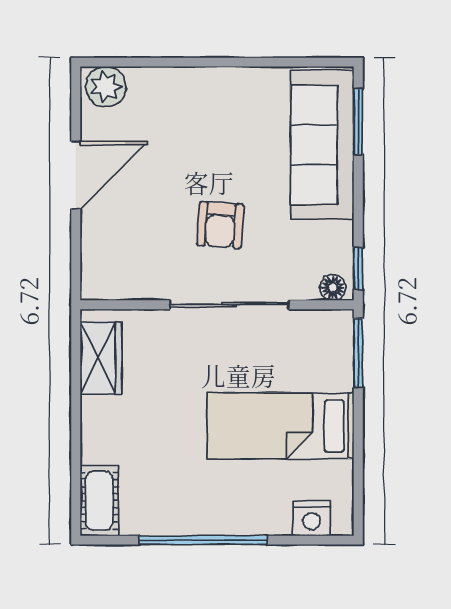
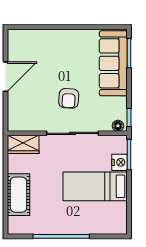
plant: (106, 87) -> (19, 38), removed
wardrobe: (101, 358) -> (23, 144), moved, turned 90
cot: (99, 501) -> (19, 195), moved, width x1.37, depth x1.34
nightstand: (312, 518) -> (120, 162), moved, turned -90

